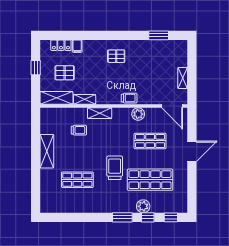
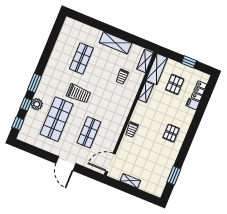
shelving: (100, 113) -> (145, 61), moved
plant: (138, 114) -> (115, 132), removed

